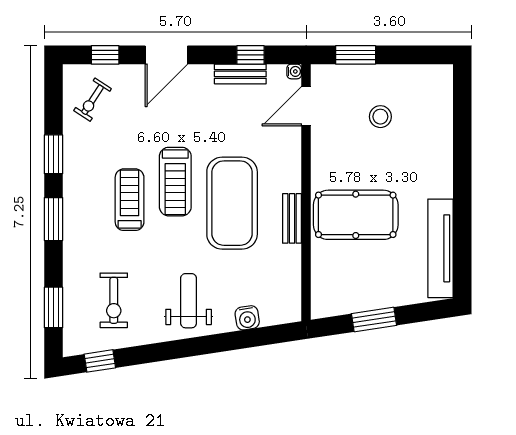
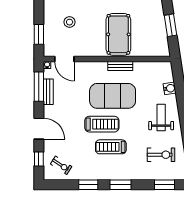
window: (251, 55) -> (39, 87), width x2.17
weight bench: (189, 301) -> (161, 118), turned 90

